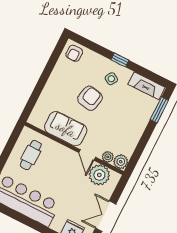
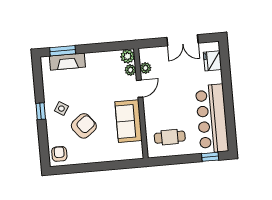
armchair: (74, 53) -> (59, 154), turned -90
fireplace: (146, 86) -> (67, 62), moved, turned 90
armchair: (90, 98) -> (84, 126), moved, turned 131
plant: (99, 175) -> (145, 68), width x0.53, depth x0.53

